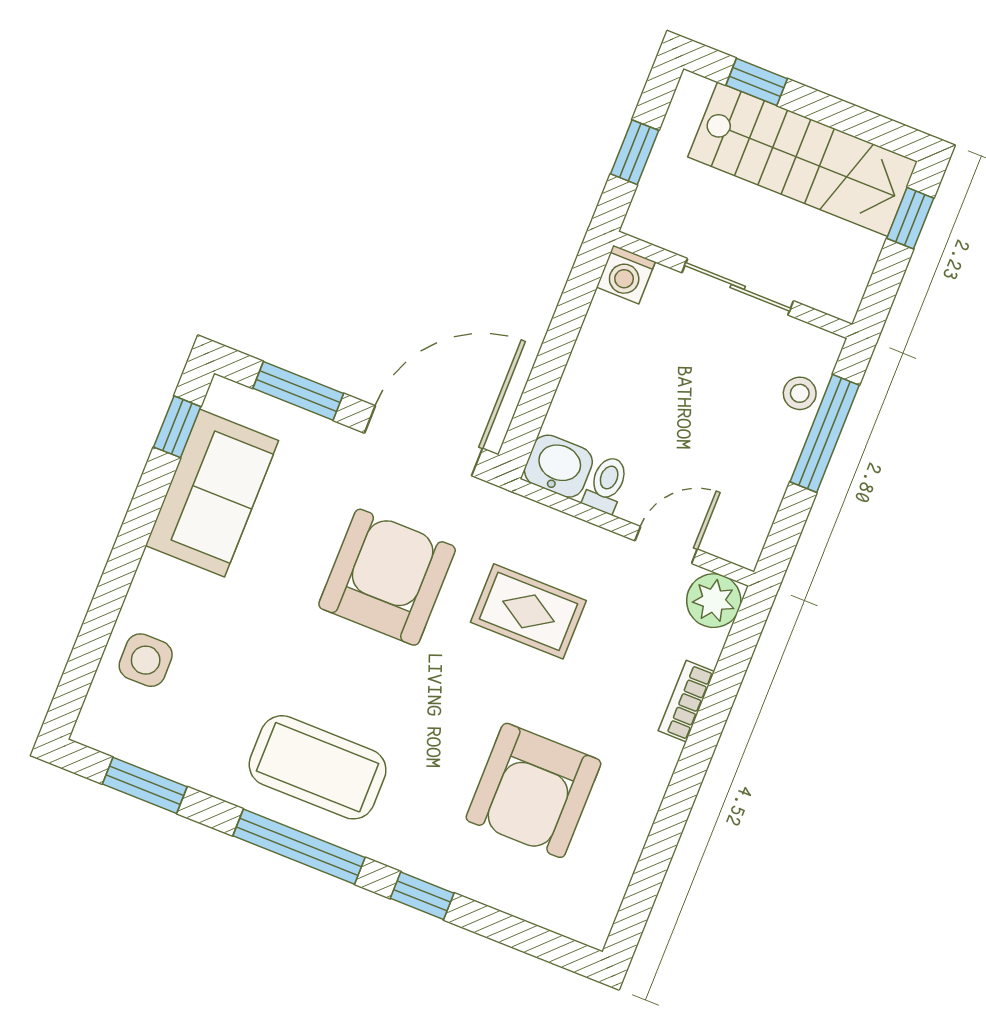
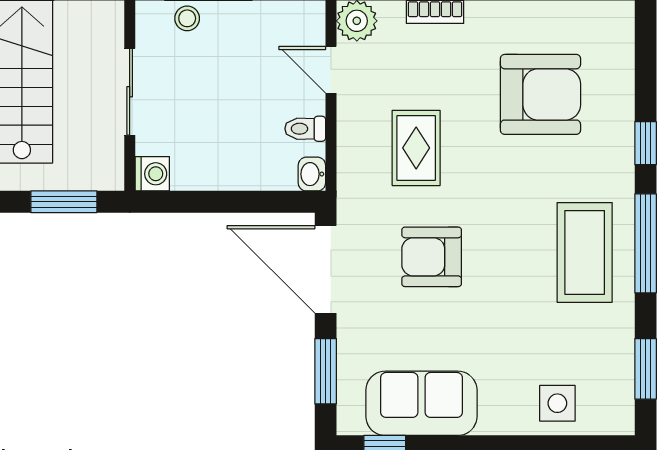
window: (635, 152) -> (64, 202), width x1.50
washbasin: (558, 466) -> (312, 174), width x0.72, depth x0.69
armchair: (387, 577) -> (432, 257), width x0.73, depth x0.73

